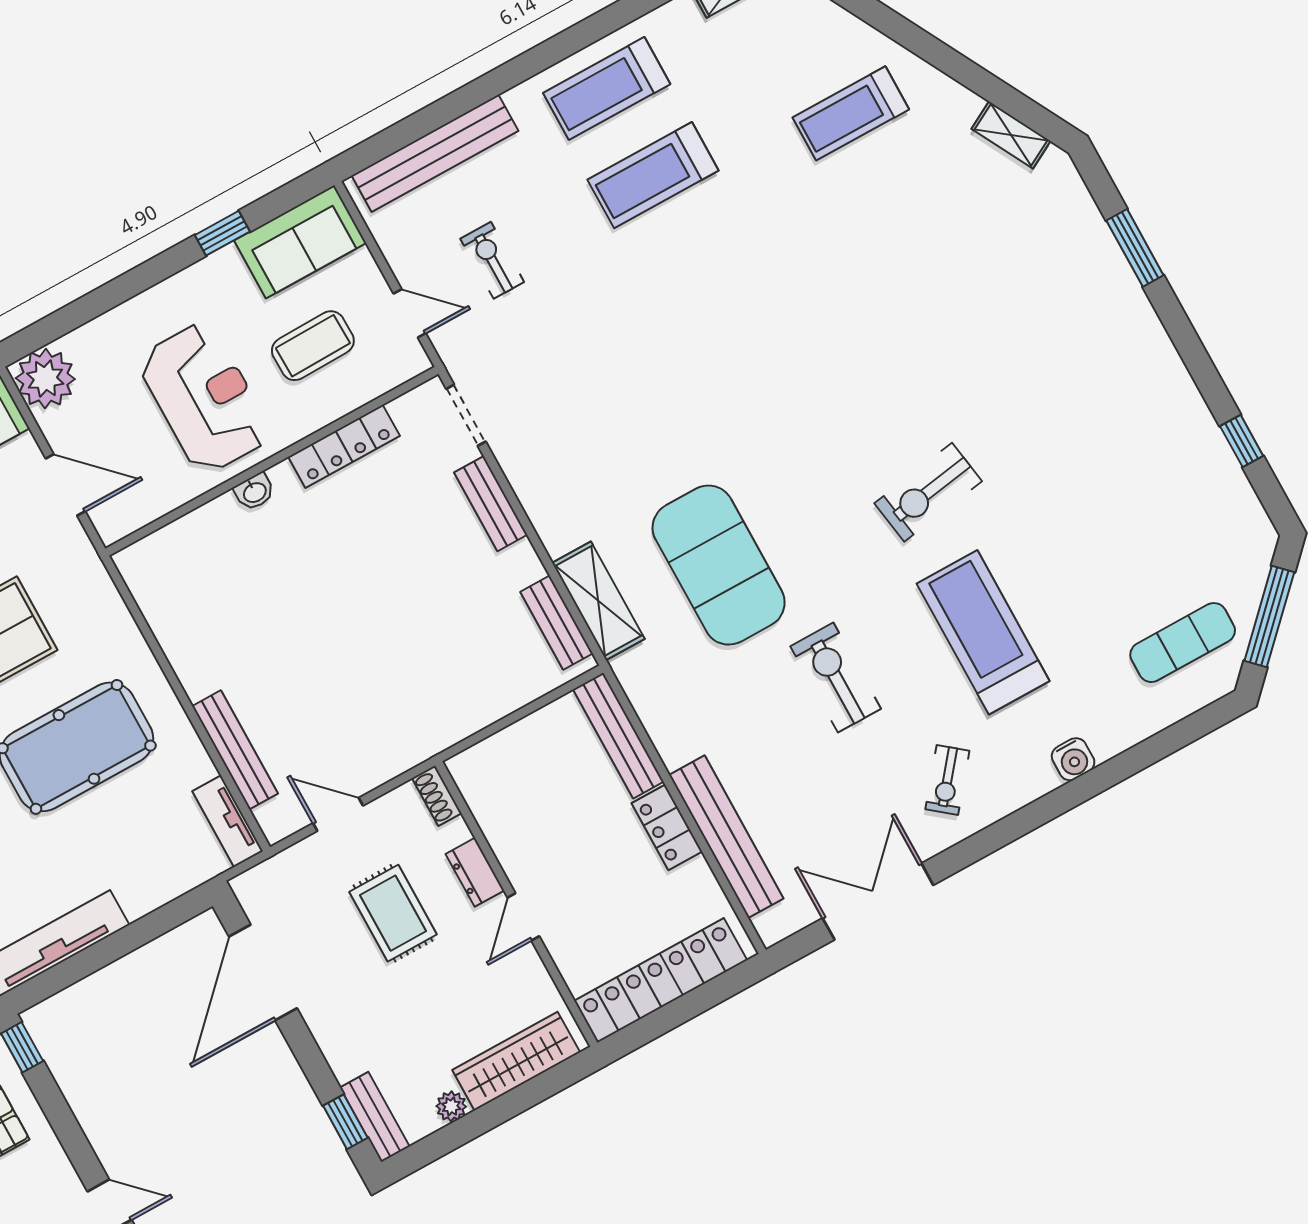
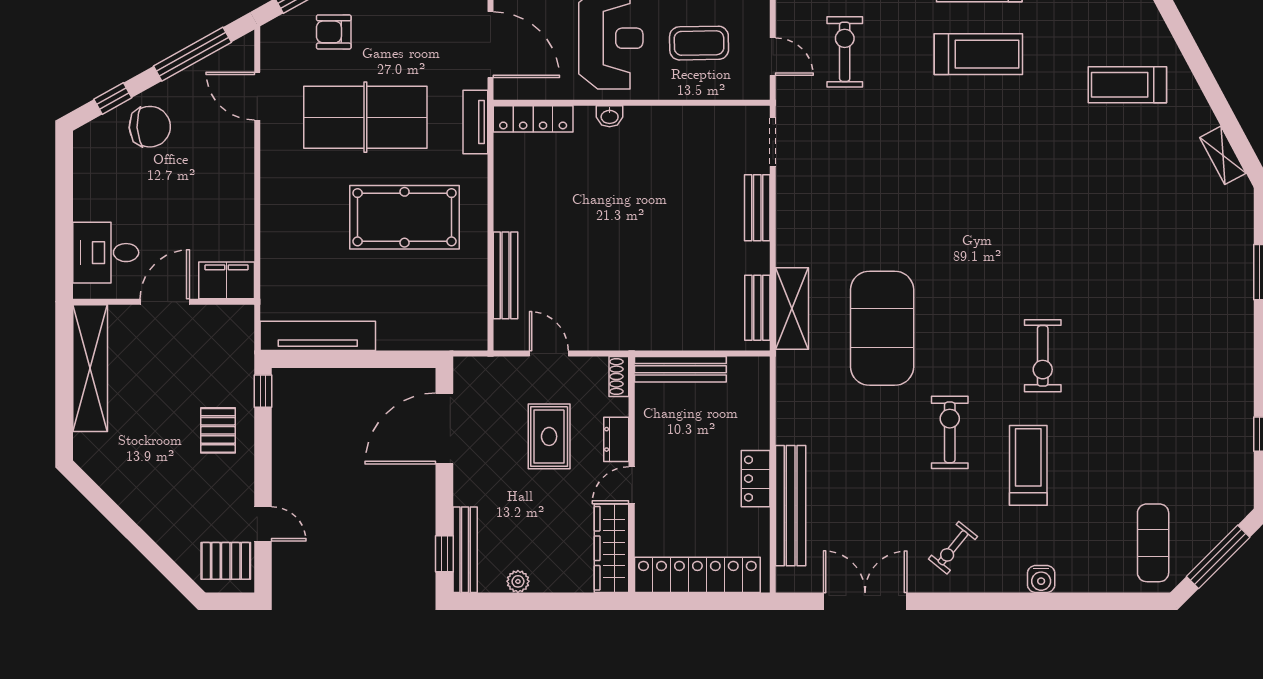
treadmill: (653, 175) -> (978, 54), turned 180
exercise bike: (492, 260) -> (845, 52), width x1.38, depth x1.39
locker: (344, 446) -> (533, 119), moved
door: (65, 485) -> (490, 45), width x1.36
exercise bike: (928, 492) -> (1043, 356), turned -81
treadmill: (983, 632) -> (1028, 465), width x0.73, depth x0.73
exercise mat: (1183, 643) -> (1153, 543), turned 90
exercise bike: (836, 678) -> (950, 432), moved
bench: (618, 735) -> (680, 369), moved, turned 90
tv unit: (228, 821) -> (475, 122), moved
wardrobe: (516, 1061) -> (612, 548), moved, turned -90
bench: (375, 1117) -> (465, 550), width x1.36

